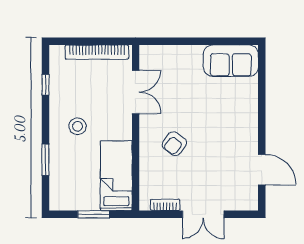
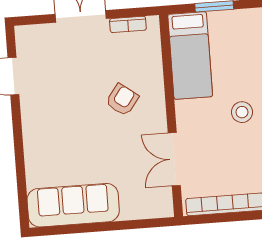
sofa: (231, 61) -> (73, 205), width x1.36

